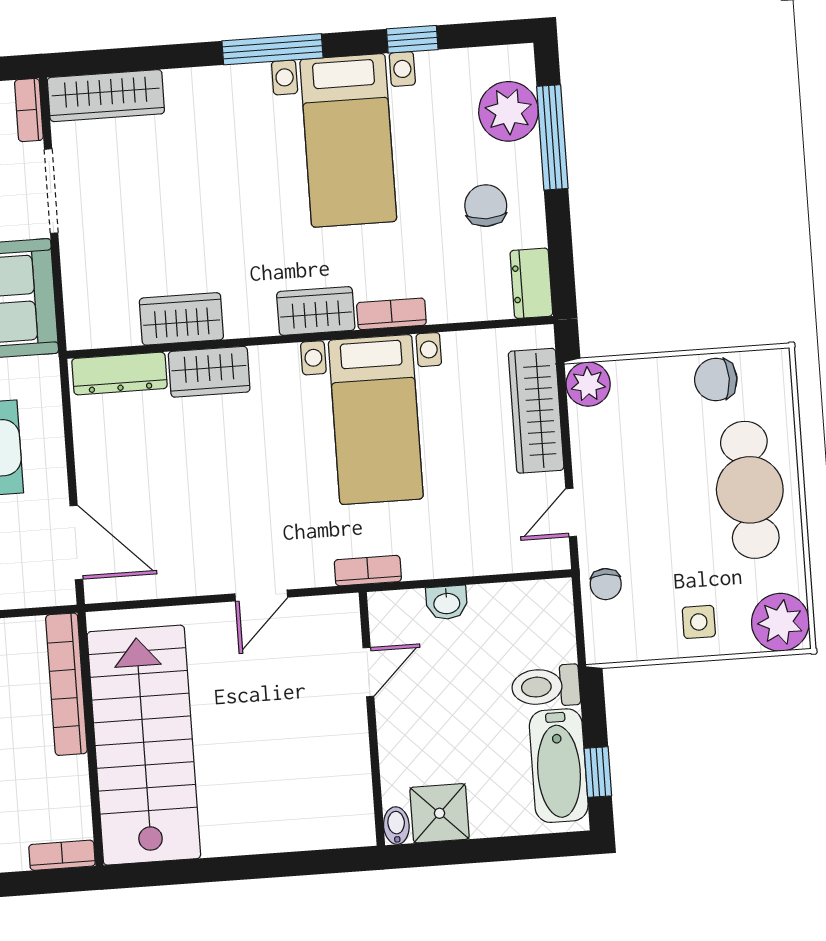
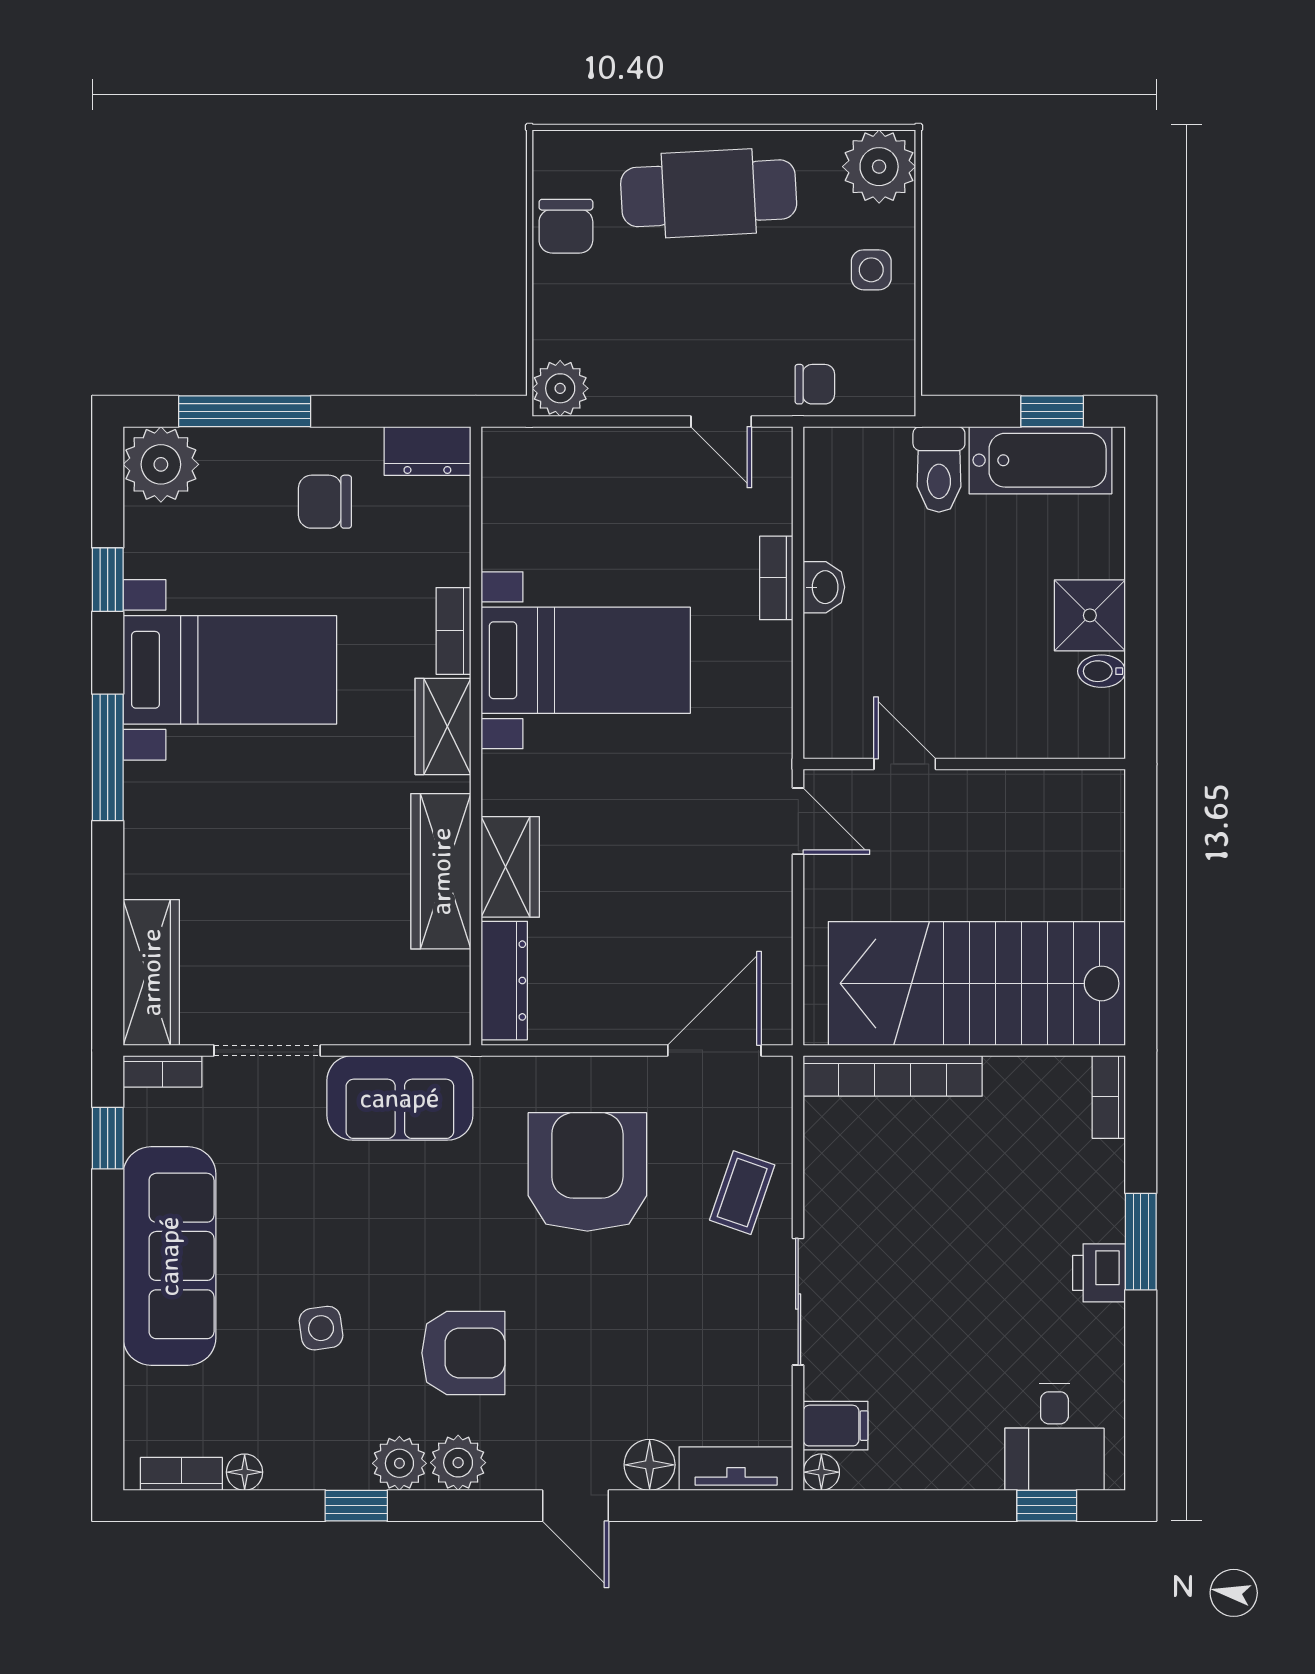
plant: (508, 111) -> (161, 464), moved
wardrobe: (181, 319) -> (441, 871), width x1.50
wardrobe: (536, 411) -> (589, 457), removed
bookcase: (368, 571) -> (776, 578), moved
door: (368, 672) -> (905, 764), moved
wall: (372, 719) -> (964, 764), moved

